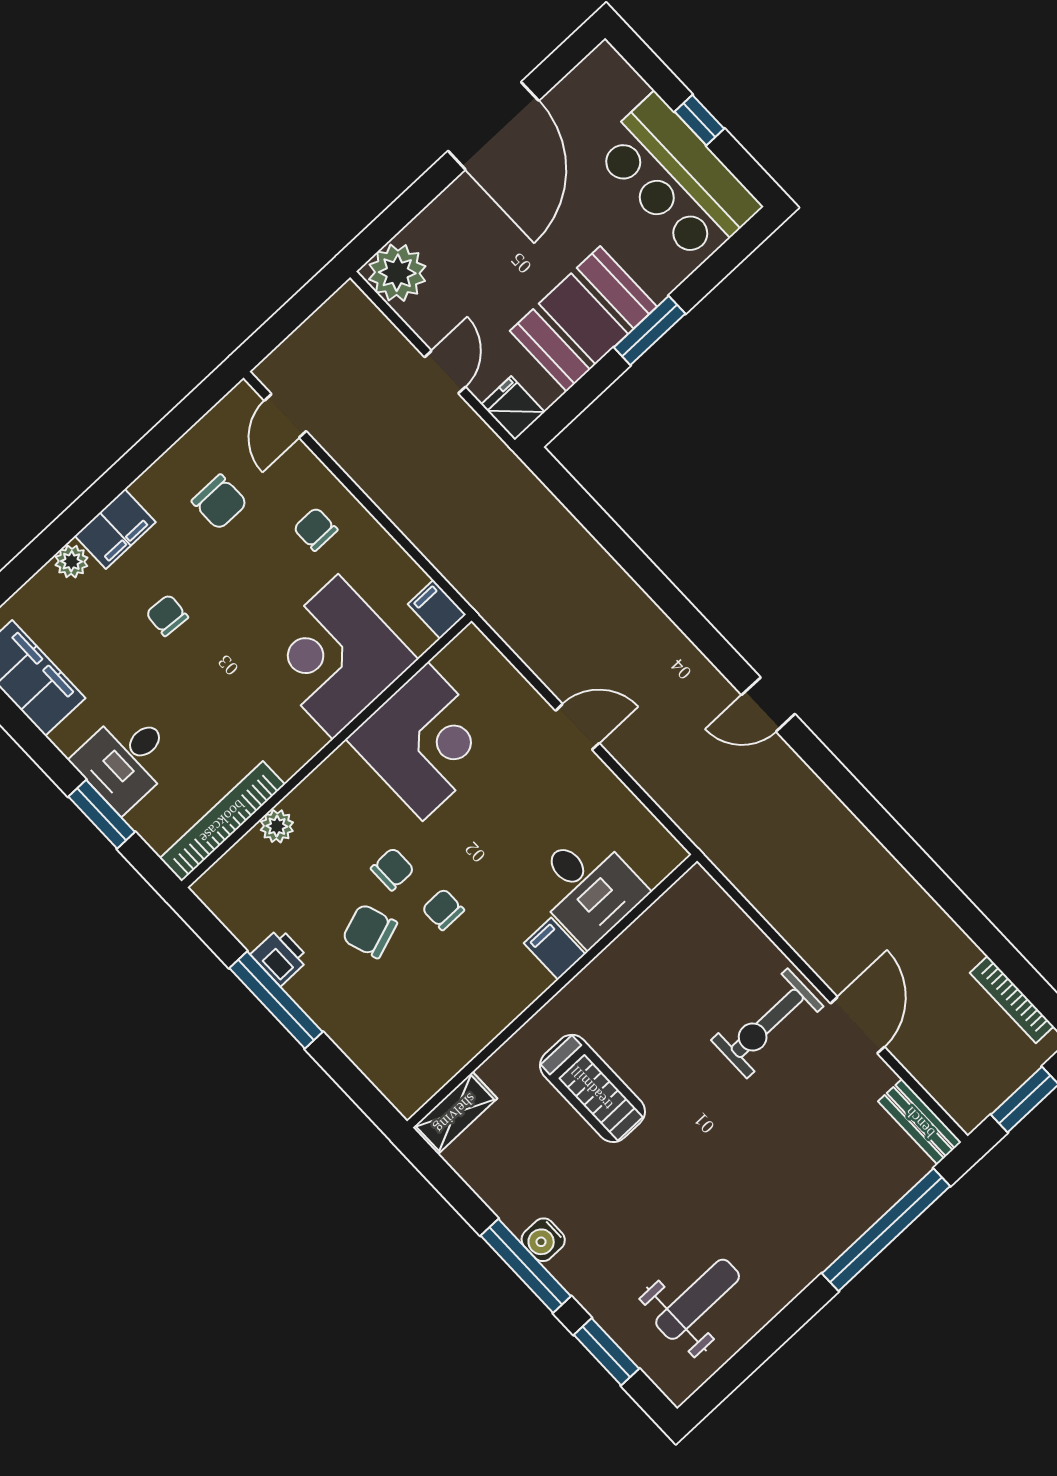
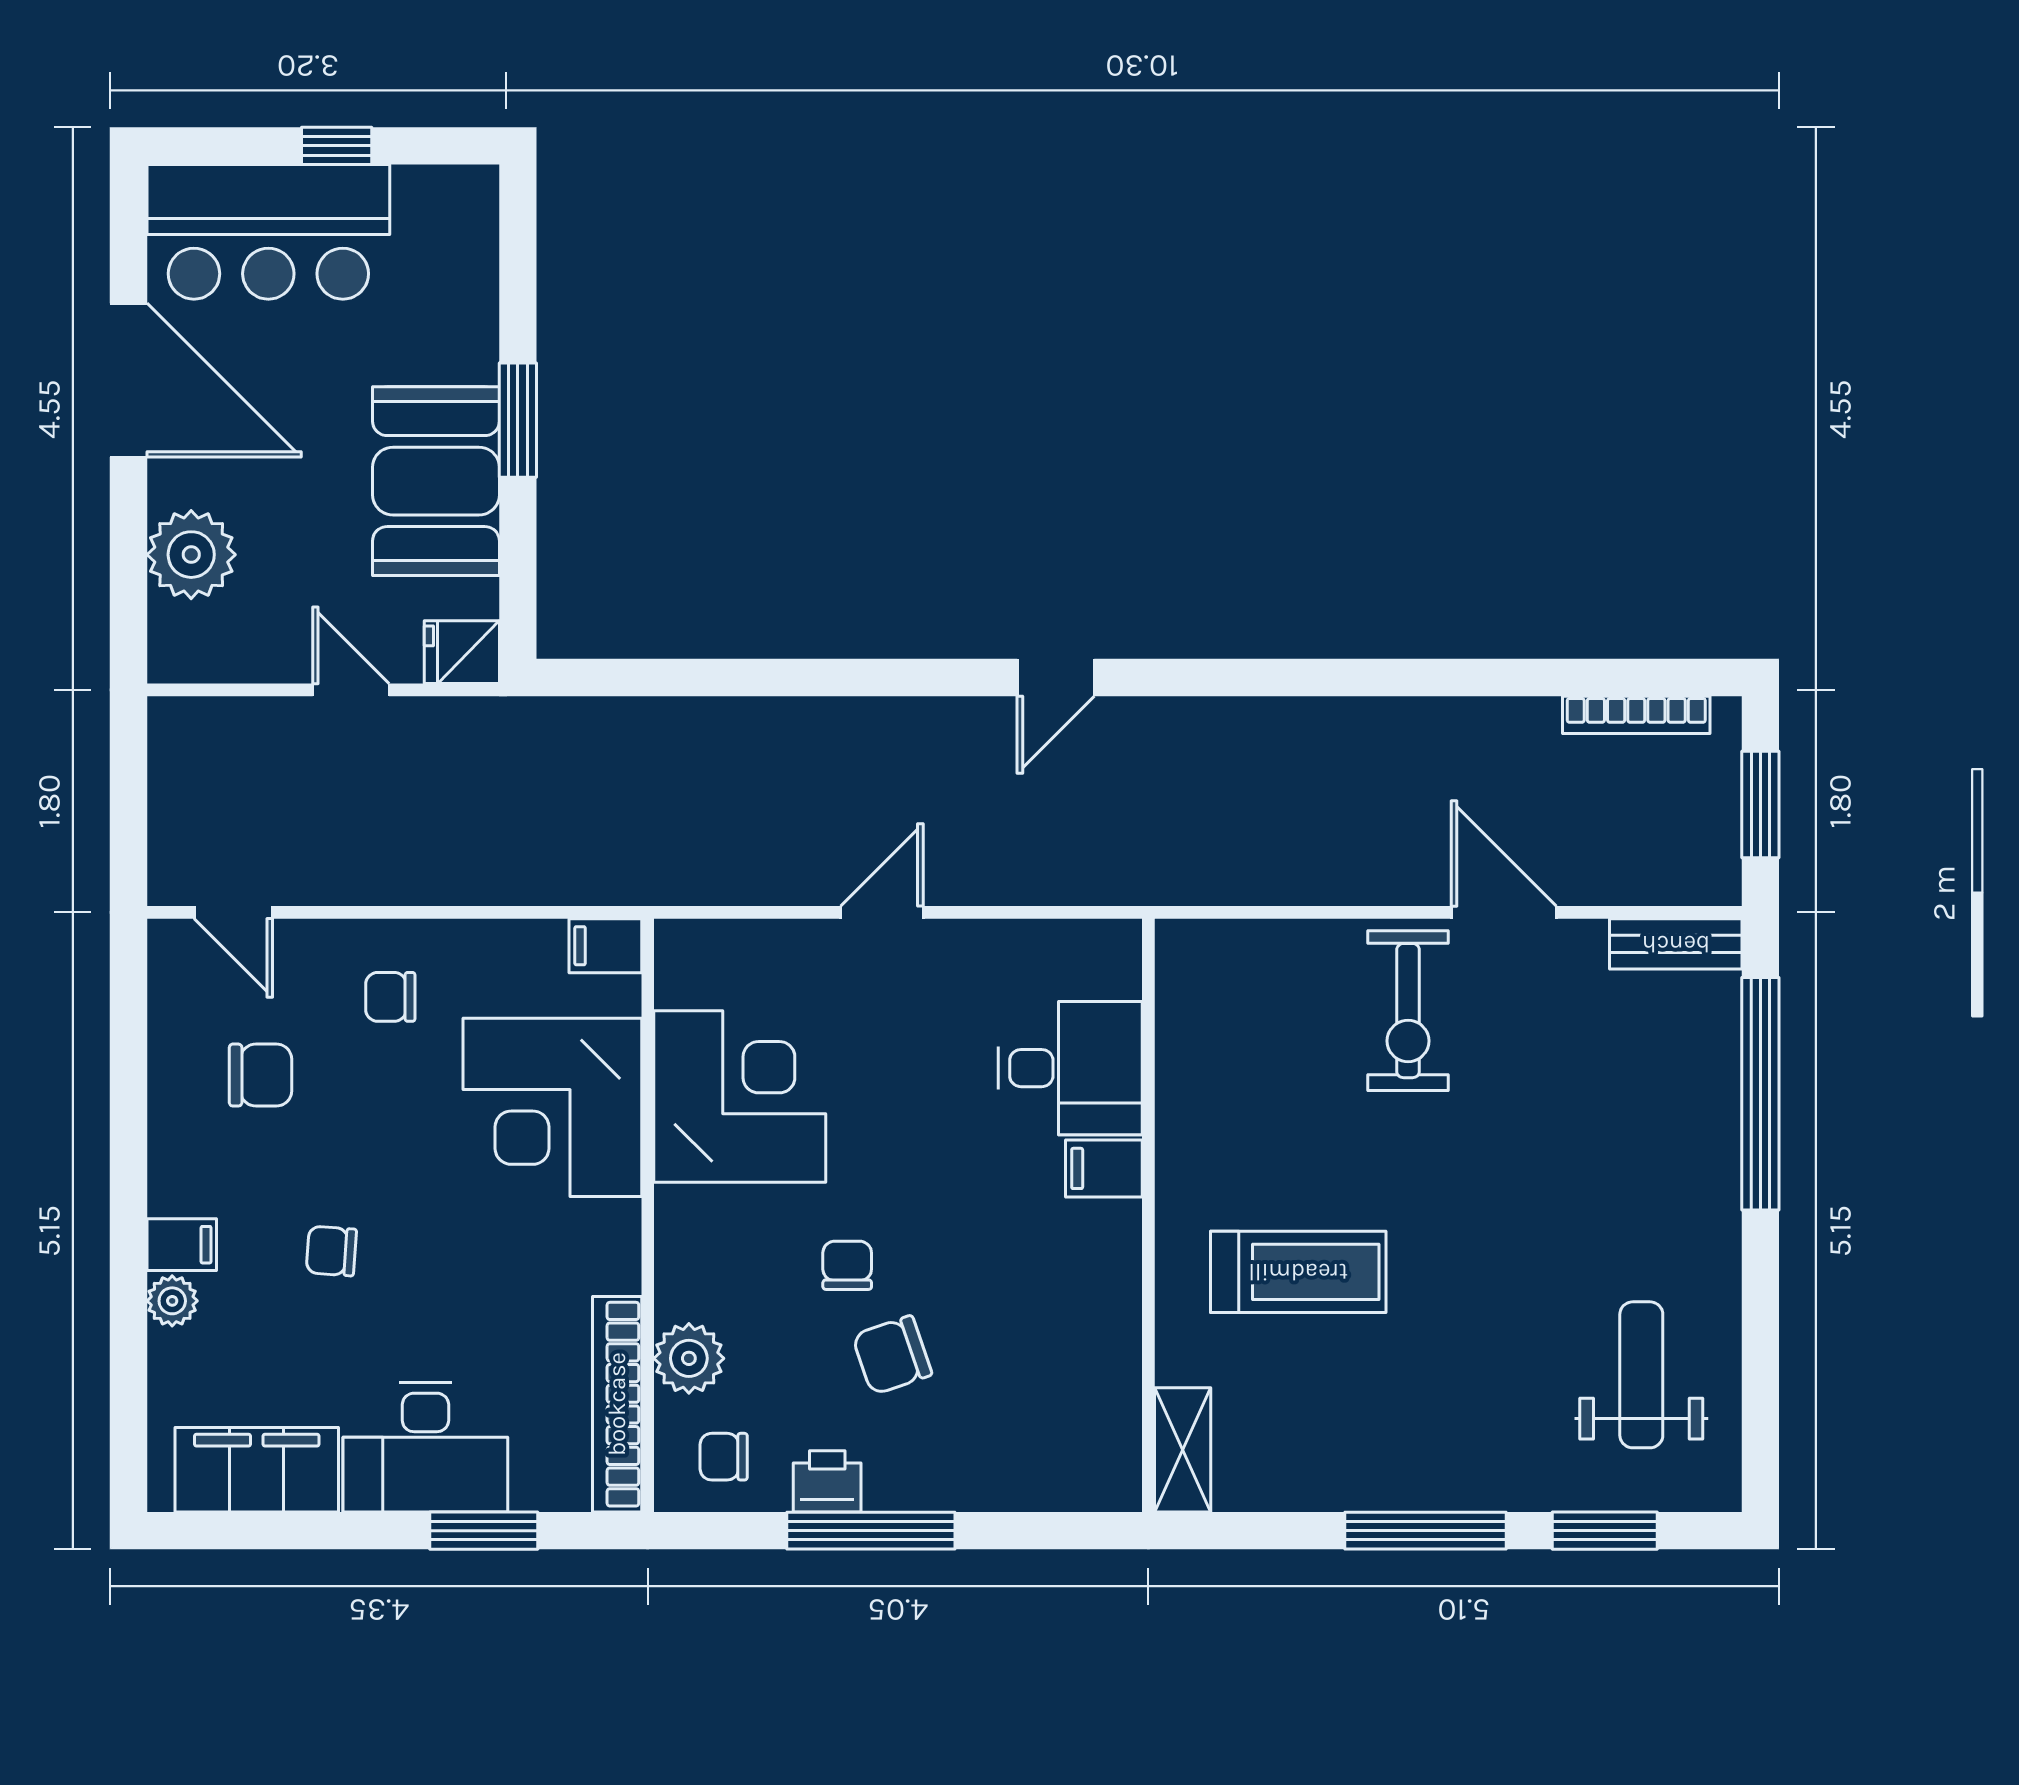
bar counter: (677, 179) -> (268, 232), moved
plant: (397, 273) -> (191, 555), moved
filing cabinet: (115, 529) -> (182, 1245), width x0.50
desk: (125, 760) -> (425, 1447), width x1.37
plant: (277, 826) -> (689, 1358), width x1.38, depth x1.38
chair: (443, 909) -> (724, 1457), moved
water cooler: (543, 1240) -> (1415, 1484), removed

